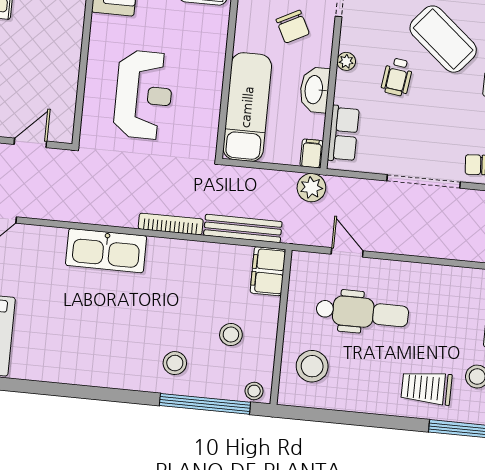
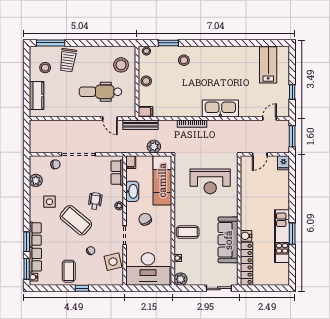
reception desk: (144, 95) -> (210, 181), turned -90
plant: (311, 188) -> (154, 147), moved
bench: (243, 228) -> (141, 125), moved
filing cabinet: (268, 271) -> (145, 112), width x0.50
stool: (231, 335) -> (146, 81), moved
trolley: (427, 388) -> (68, 60), turned 98
window: (205, 404) -> (168, 43), width x0.47

